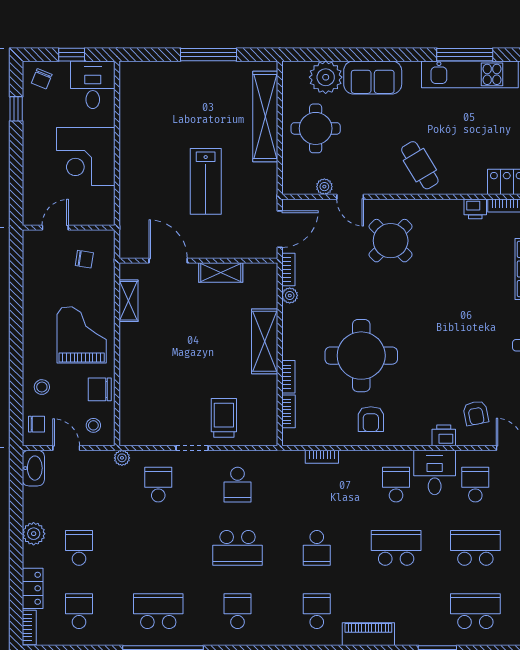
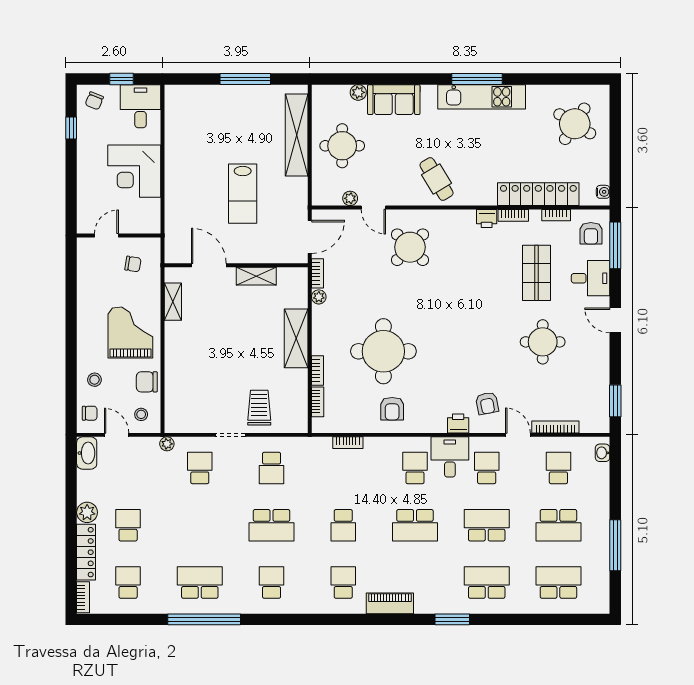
plant: (326, 77) -> (358, 92), width x0.53, depth x0.53
school desk: (396, 548) -> (415, 525), turned 180
locker: (33, 588) -> (86, 552), width x1.53

